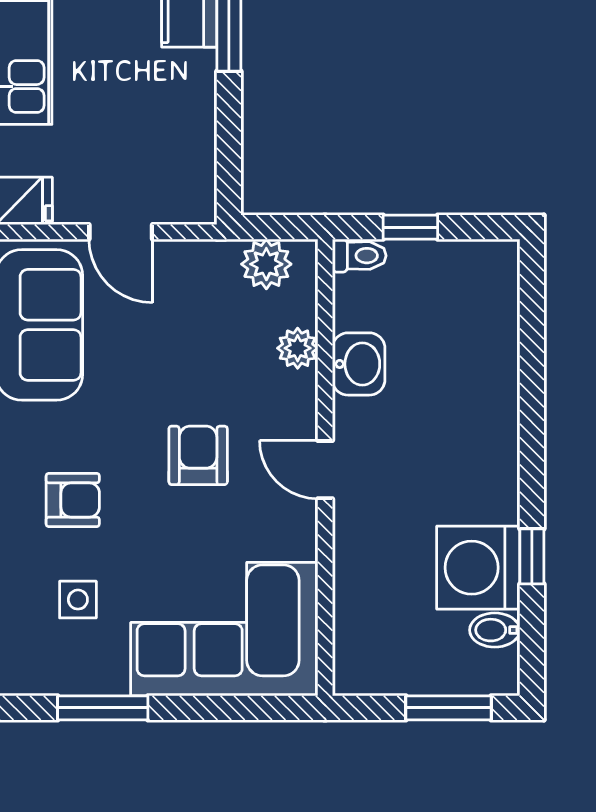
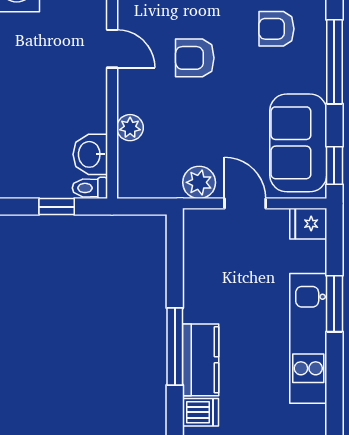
plant: (266, 264) -> (199, 182), moved
washbasin: (359, 364) -> (90, 154), moved
armchair: (198, 455) -> (195, 58), turned 90

